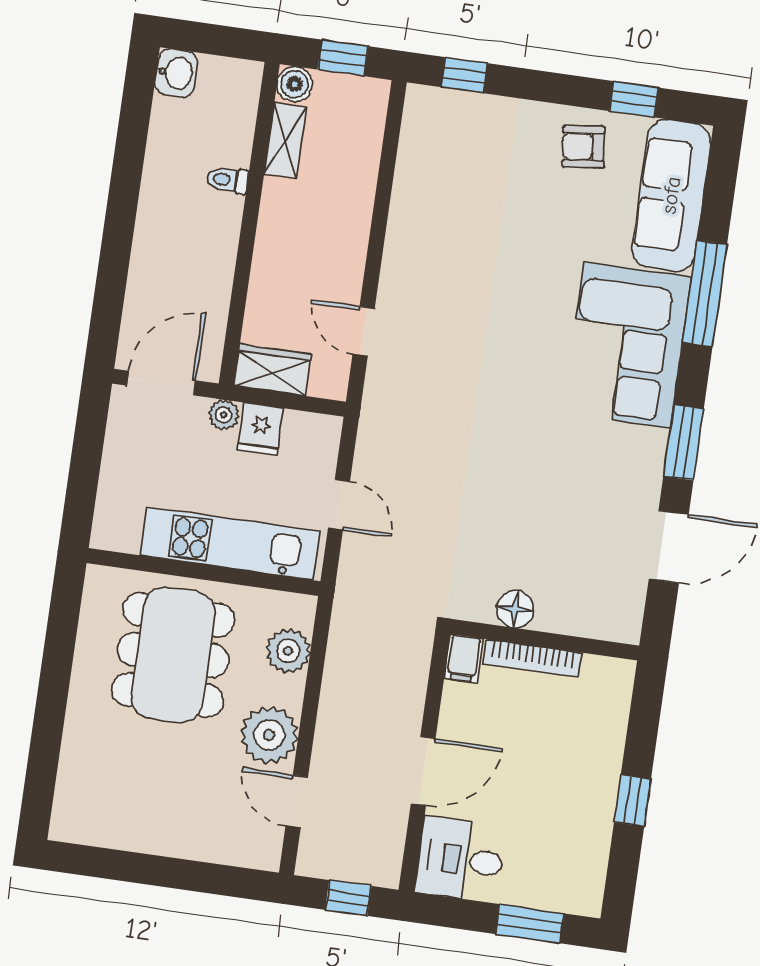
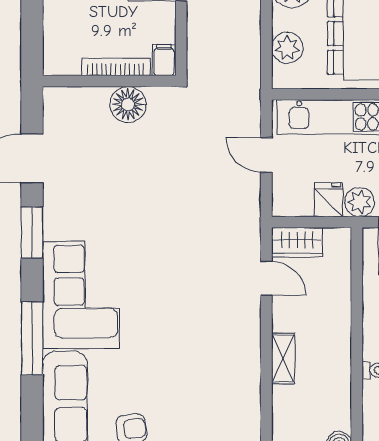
shelving: (285, 140) -> (283, 358), moved
wardrobe: (273, 370) -> (297, 242), moved
plant: (224, 415) -> (360, 202), width x1.38, depth x1.38
floor lamp: (515, 609) -> (128, 104), width x1.38, depth x1.38

